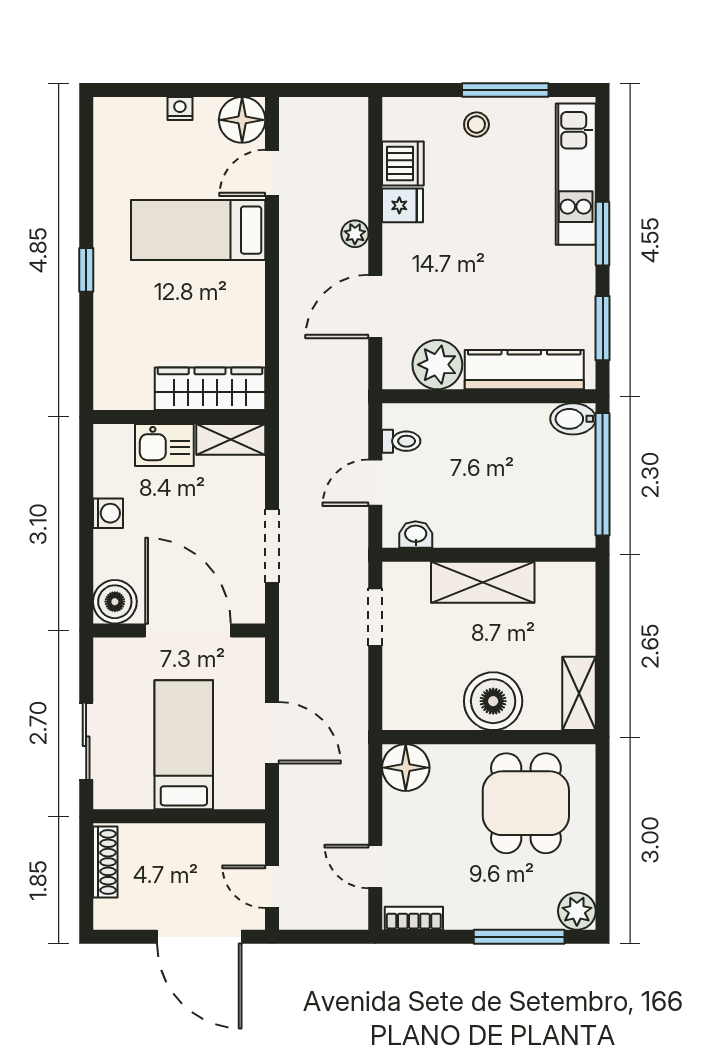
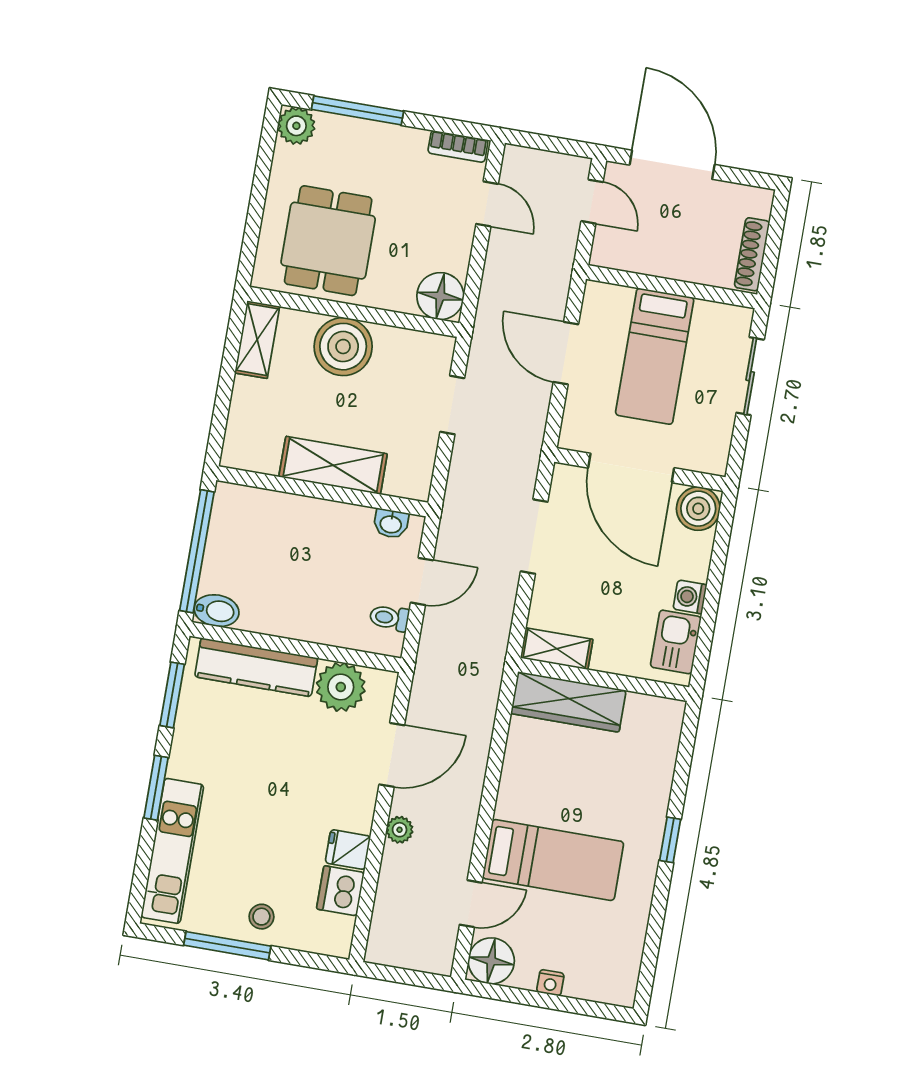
kitchen sink: (164, 445) -> (676, 642), moved, turned -90
doorway: (375, 617) -> (452, 405), moved

